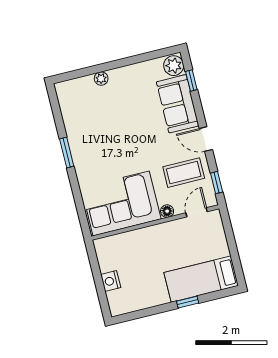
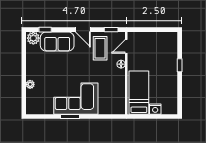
door: (206, 139) -> (83, 30), hinge flipped
corner sofa: (121, 203) -> (76, 99), moved, turned 90
door: (197, 212) -> (126, 46), hinge flipped
bed: (201, 279) -> (139, 93), moved, turned 180

